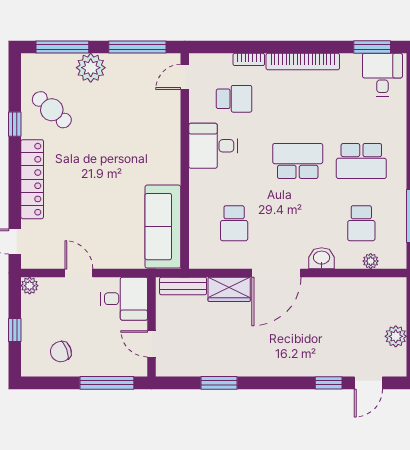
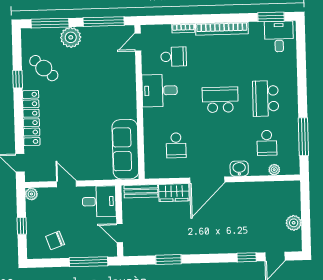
school desk: (361, 161) -> (266, 98), turned 90

